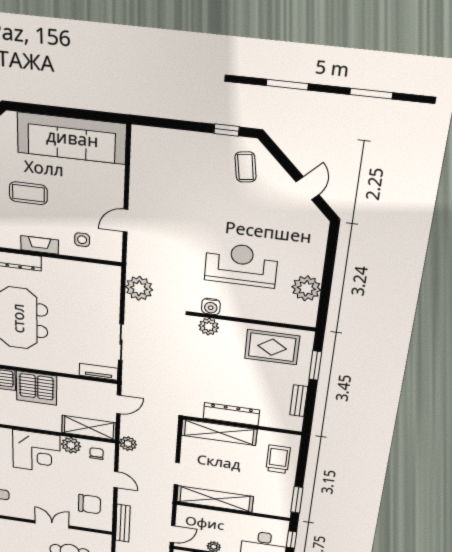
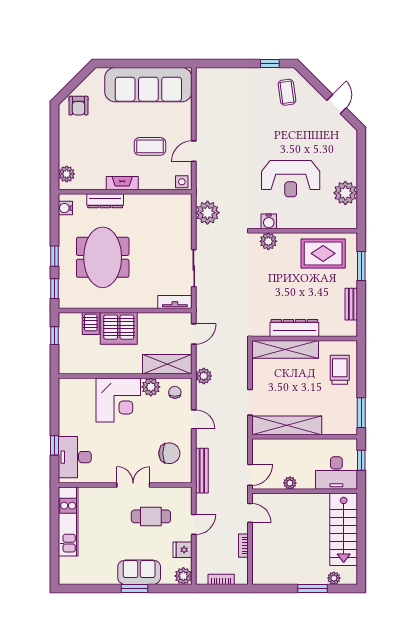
coffee table: (28, 193) -> (150, 146), moved
side table: (82, 240) -> (182, 182), moved
reception desk: (241, 265) -> (291, 179), turned 180

